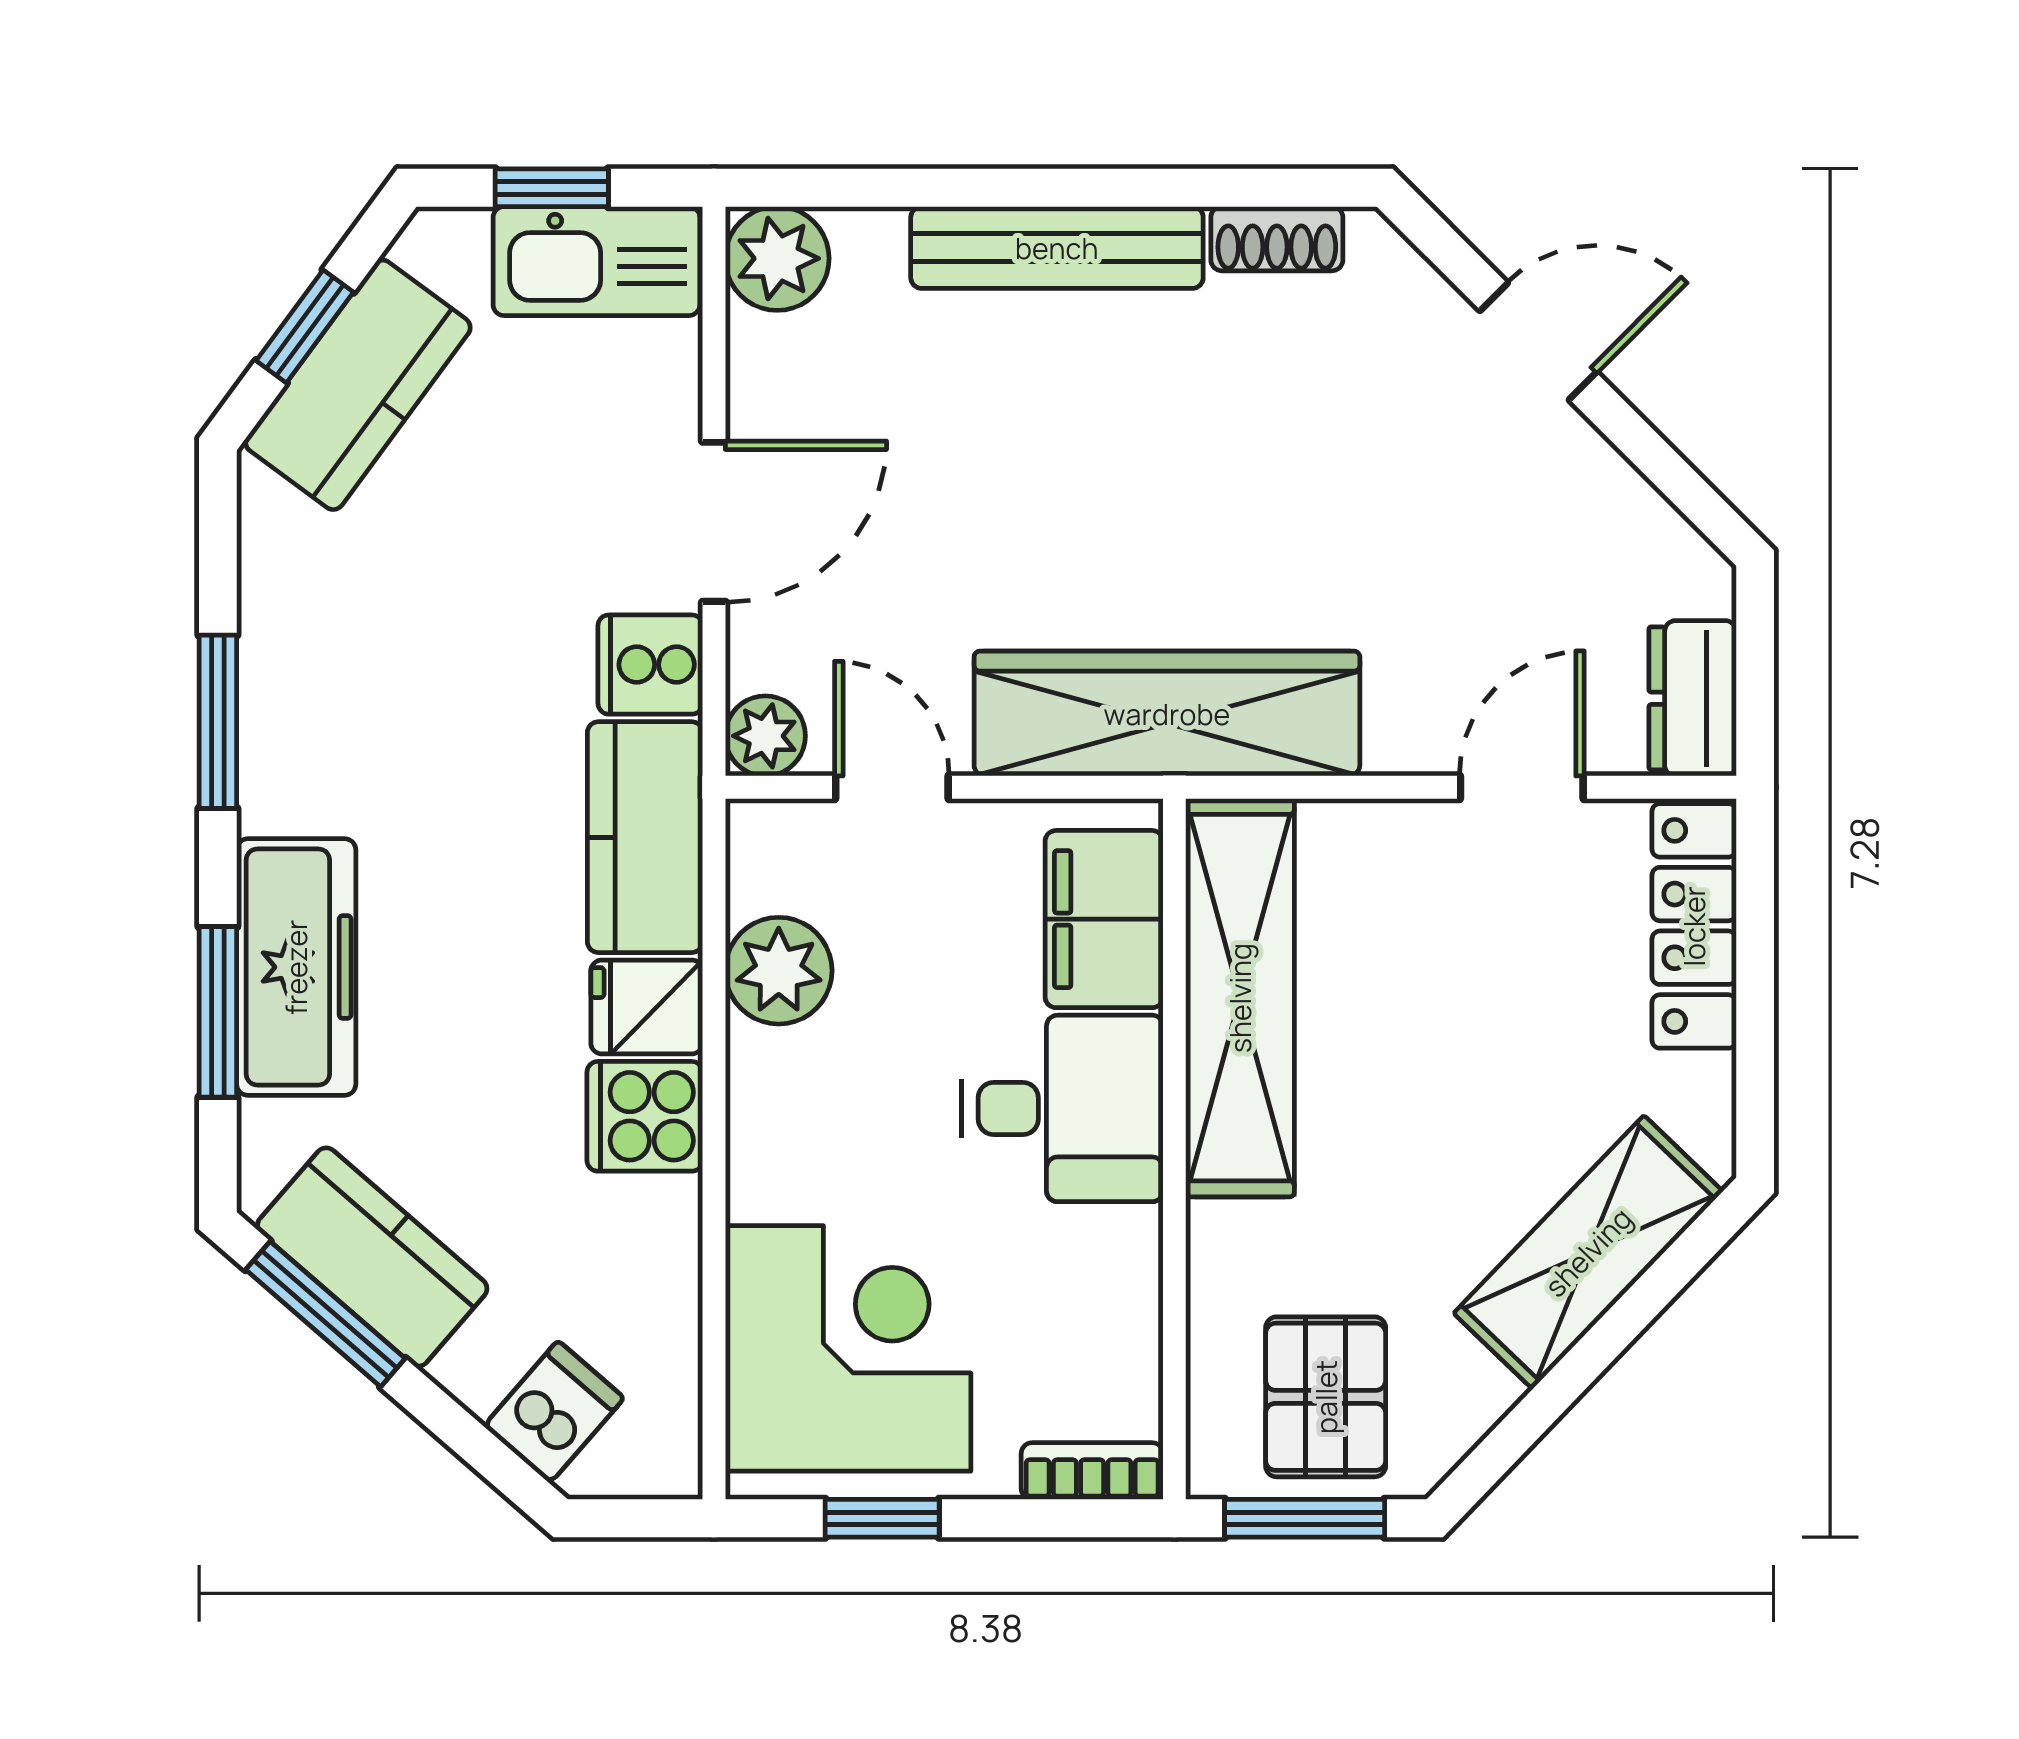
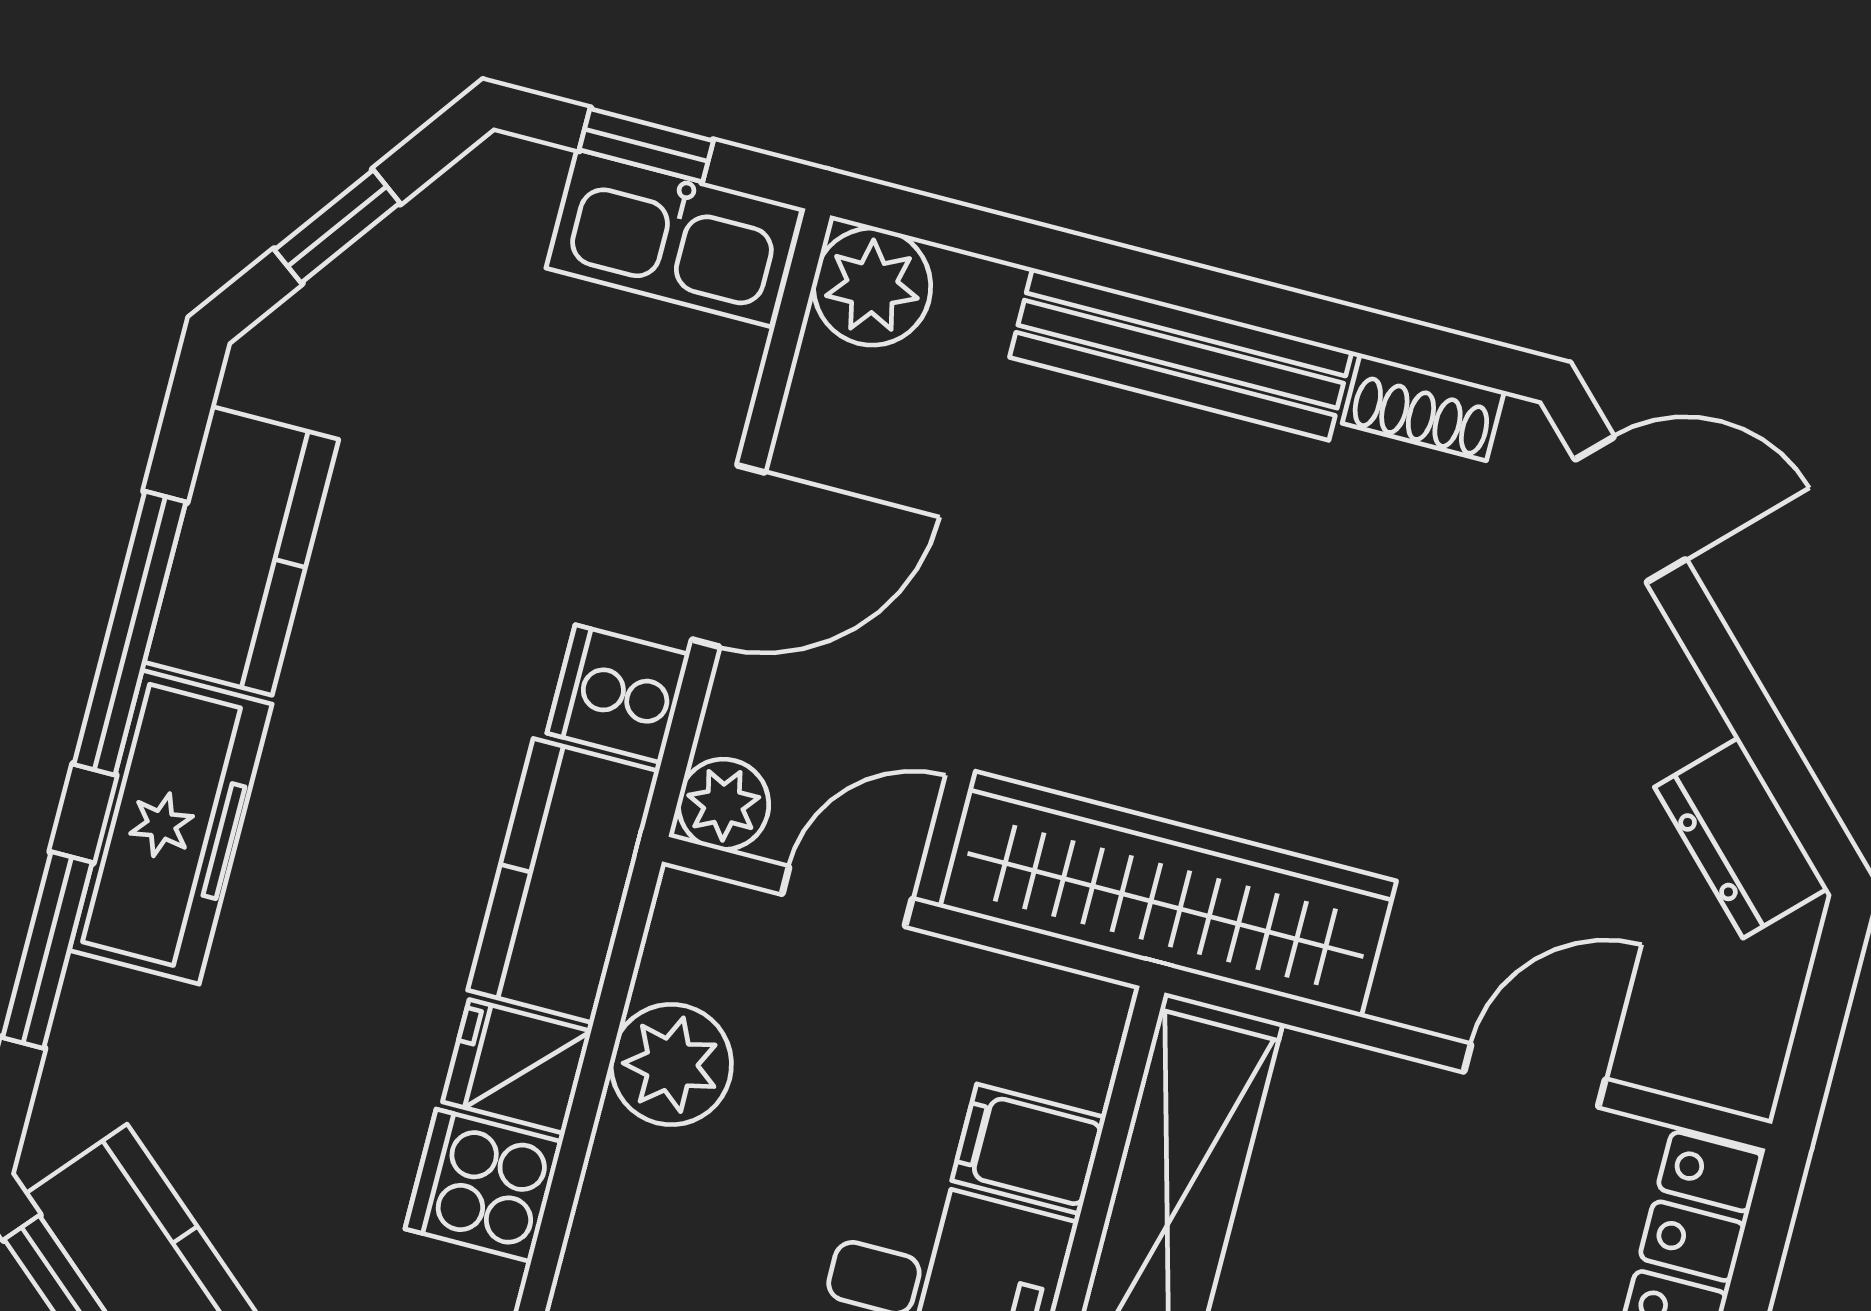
door: (1538, 341) -> (1630, 509), moved
kitchen counter: (358, 385) -> (242, 551), moved, turned -36
dresser: (1693, 698) -> (1741, 838), moved, turned -45
window: (218, 722) -> (130, 633), width x1.44
door: (892, 787) -> (847, 896), hinge flipped
filing cabinet: (1104, 919) -> (1029, 1149), width x0.50
freezer: (296, 967) -> (171, 827), moved

